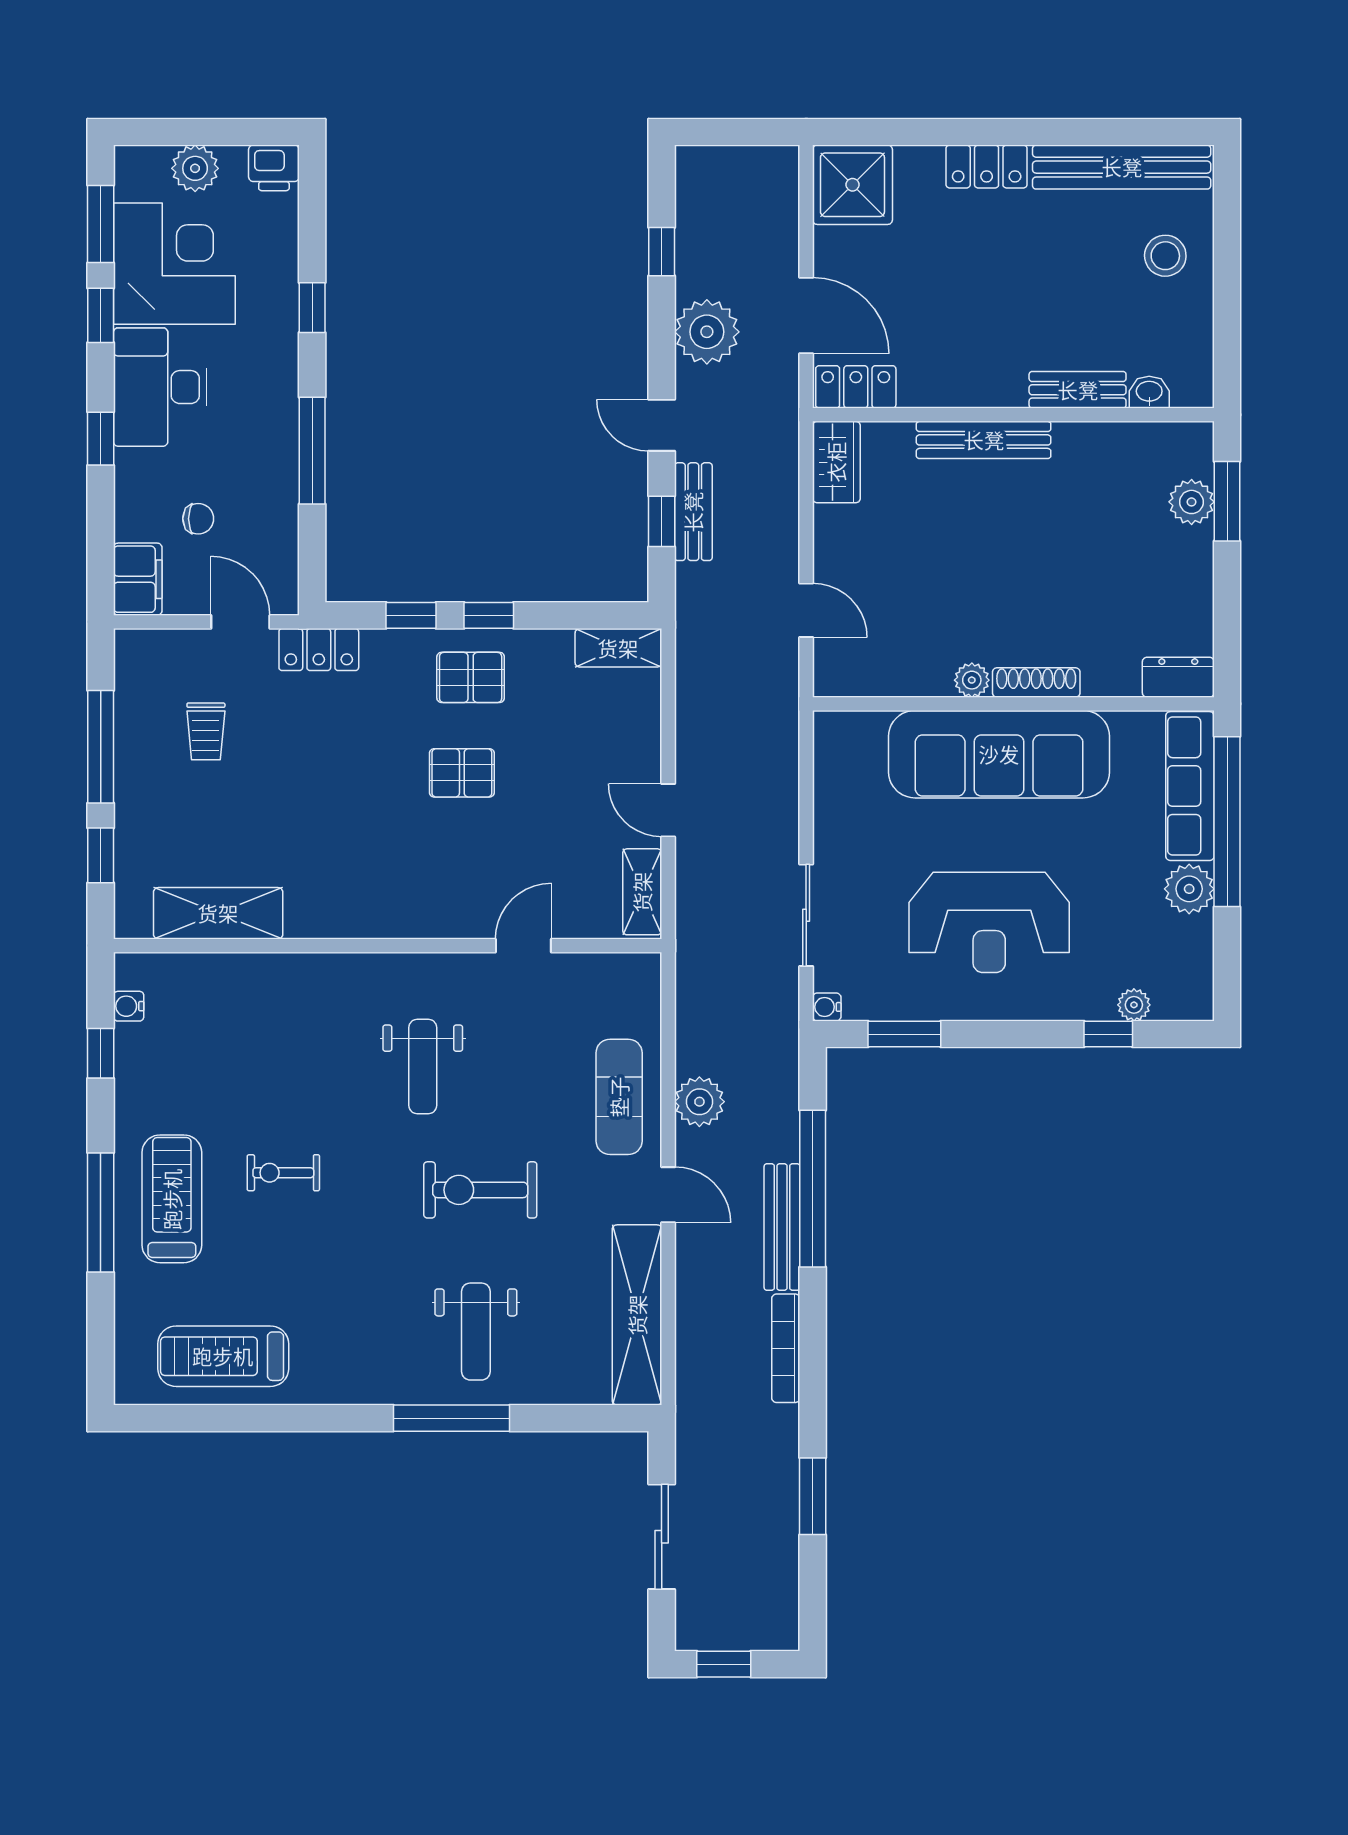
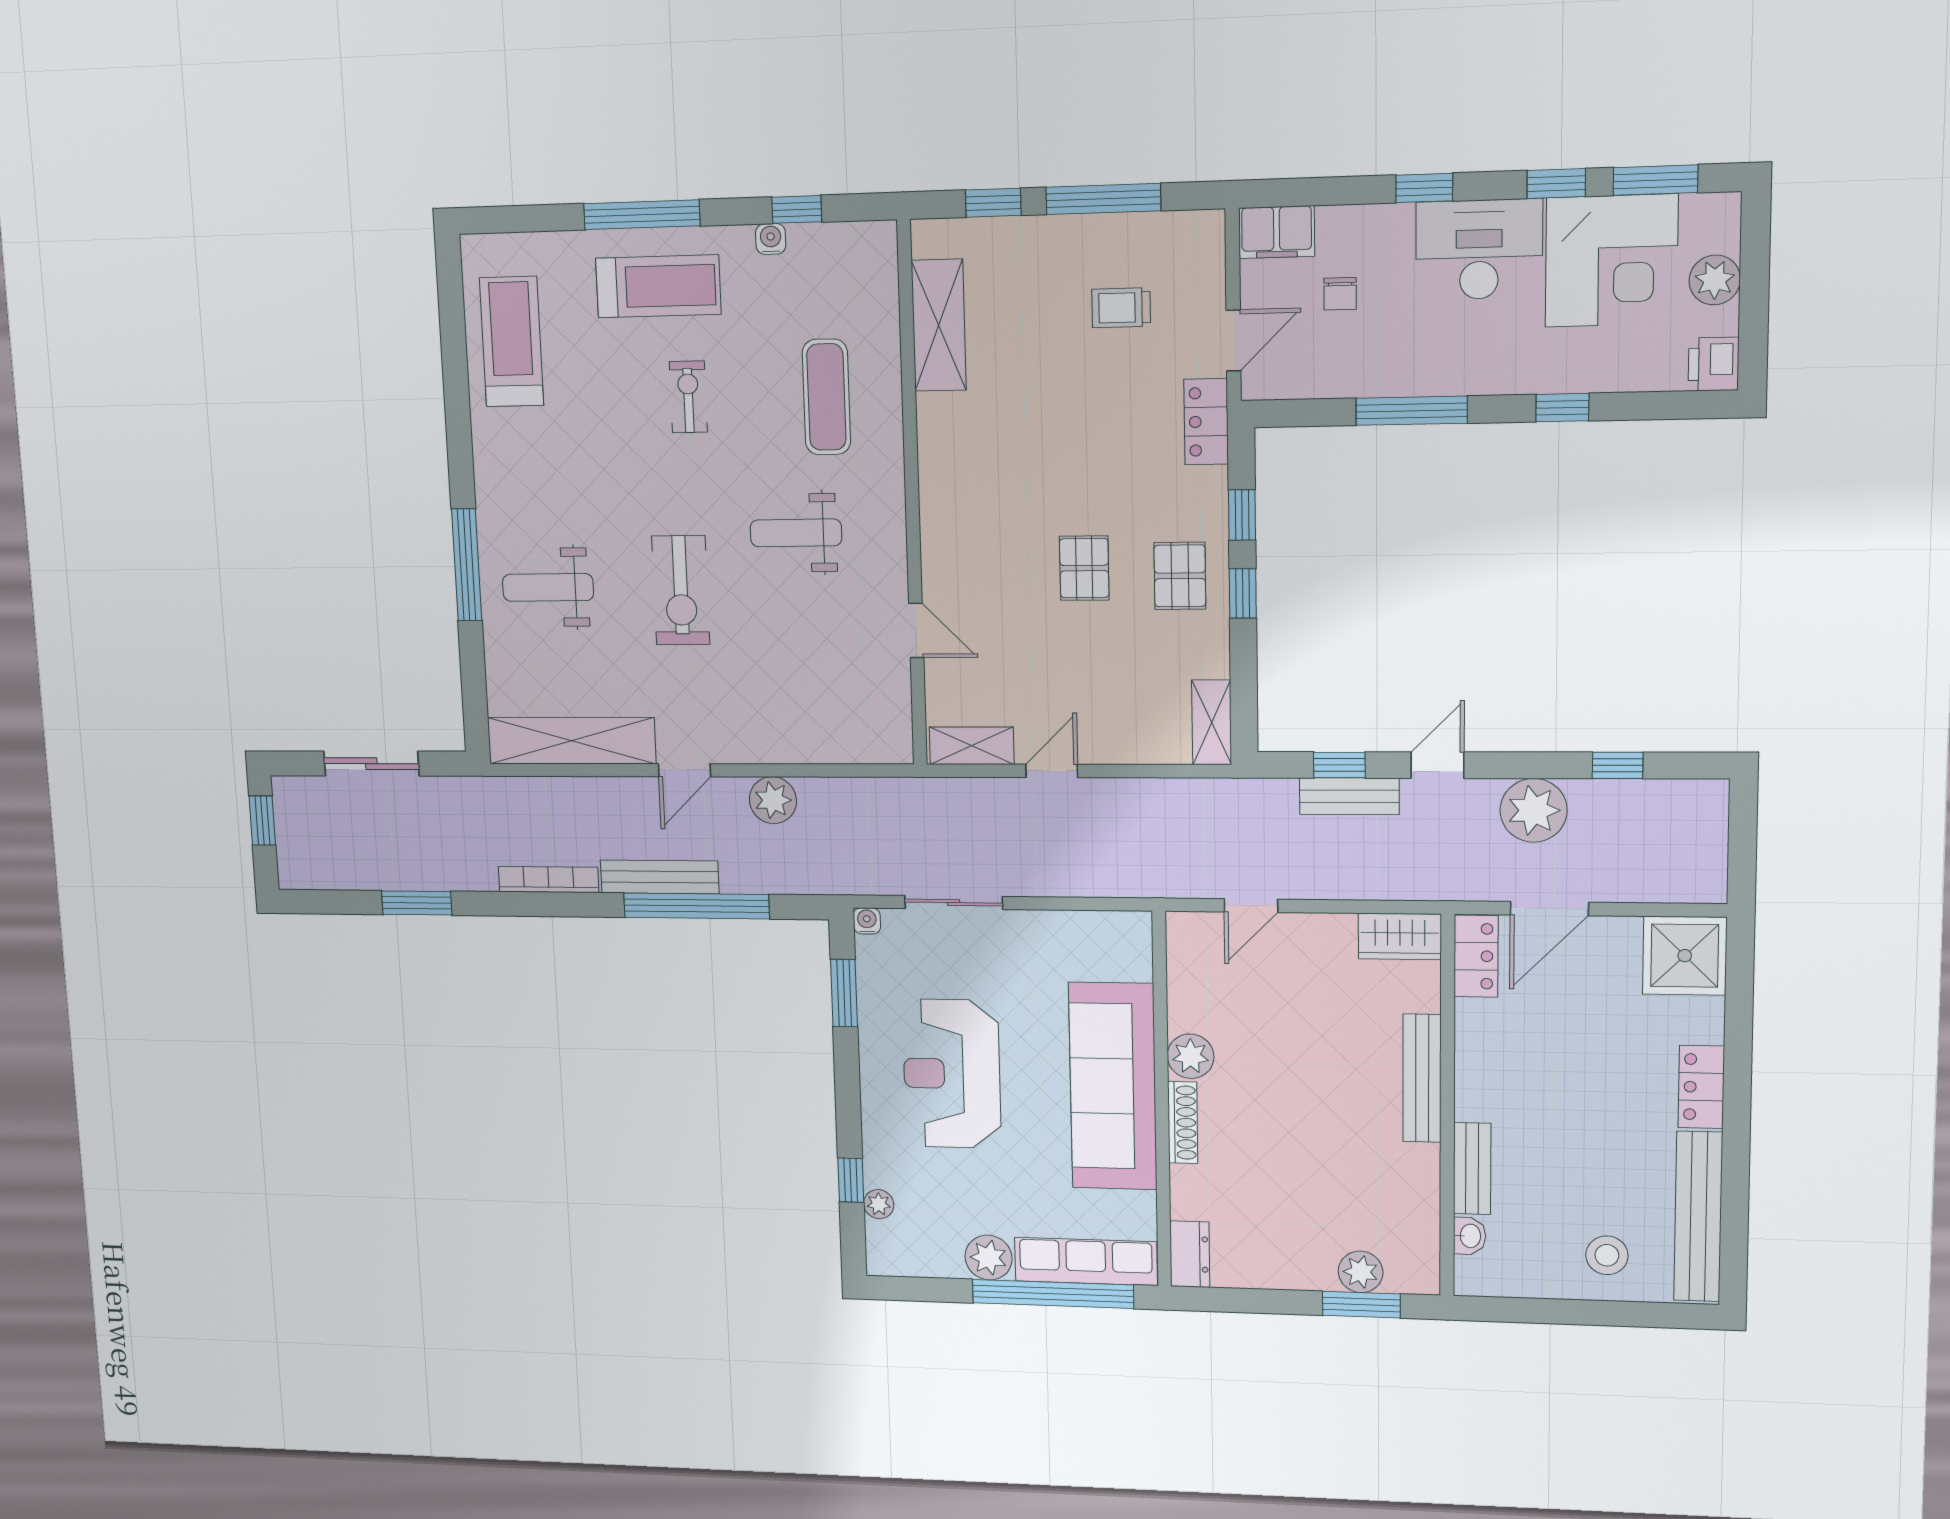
plant: (972, 680) -> (1191, 1056), width x1.38, depth x1.38
water cooler: (129, 1006) -> (771, 239), moved
exercise mat: (619, 1097) -> (826, 397), moved, turned 90
exercise bike: (480, 1190) -> (681, 590), turned 180

